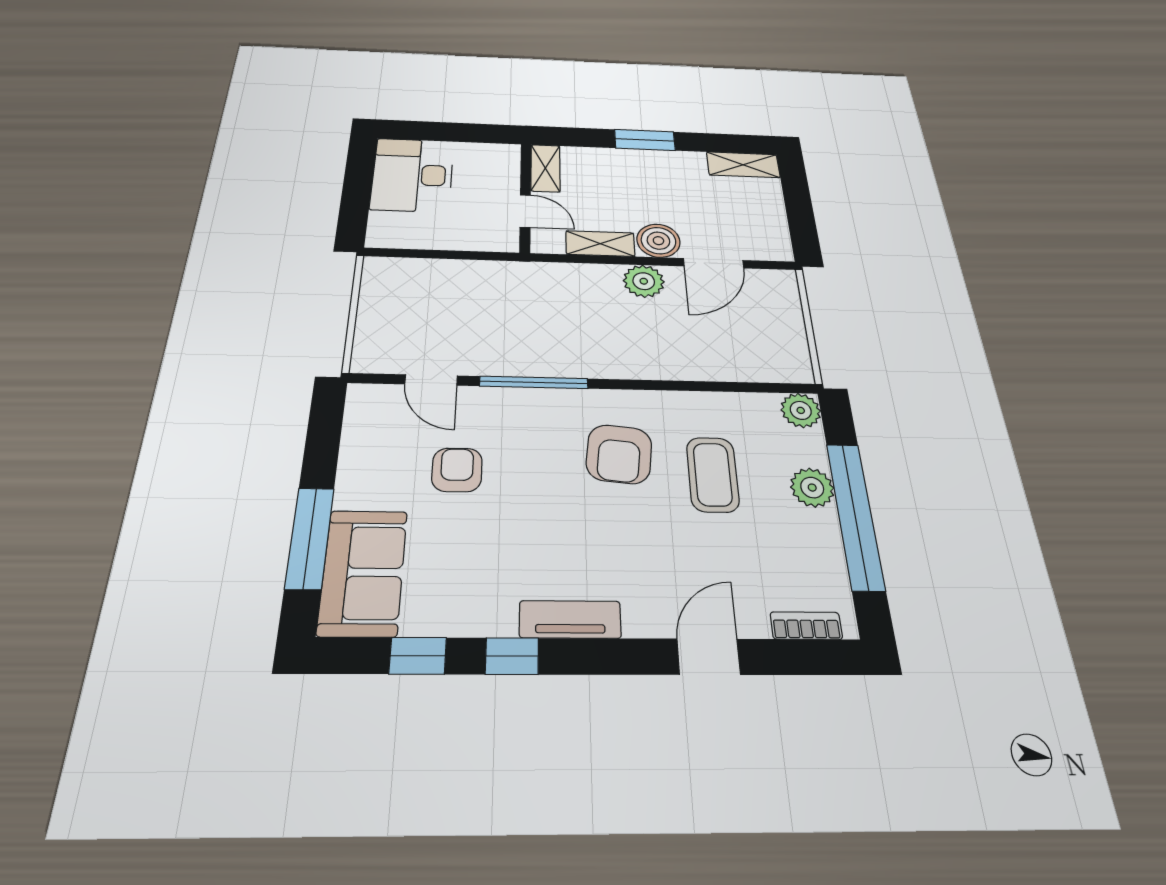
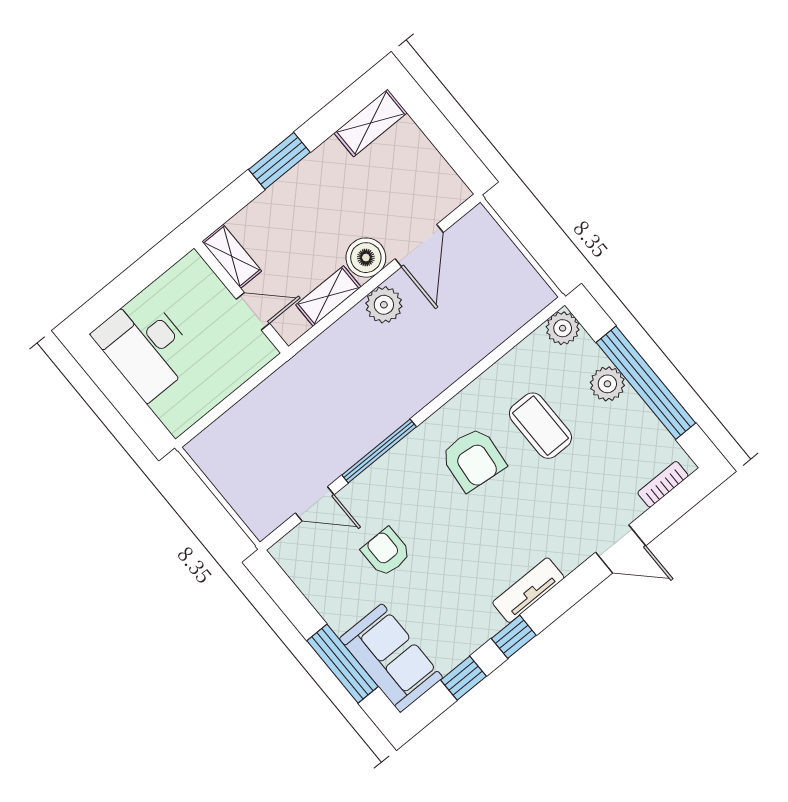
door: (708, 657) -> (621, 549), swing flipped

